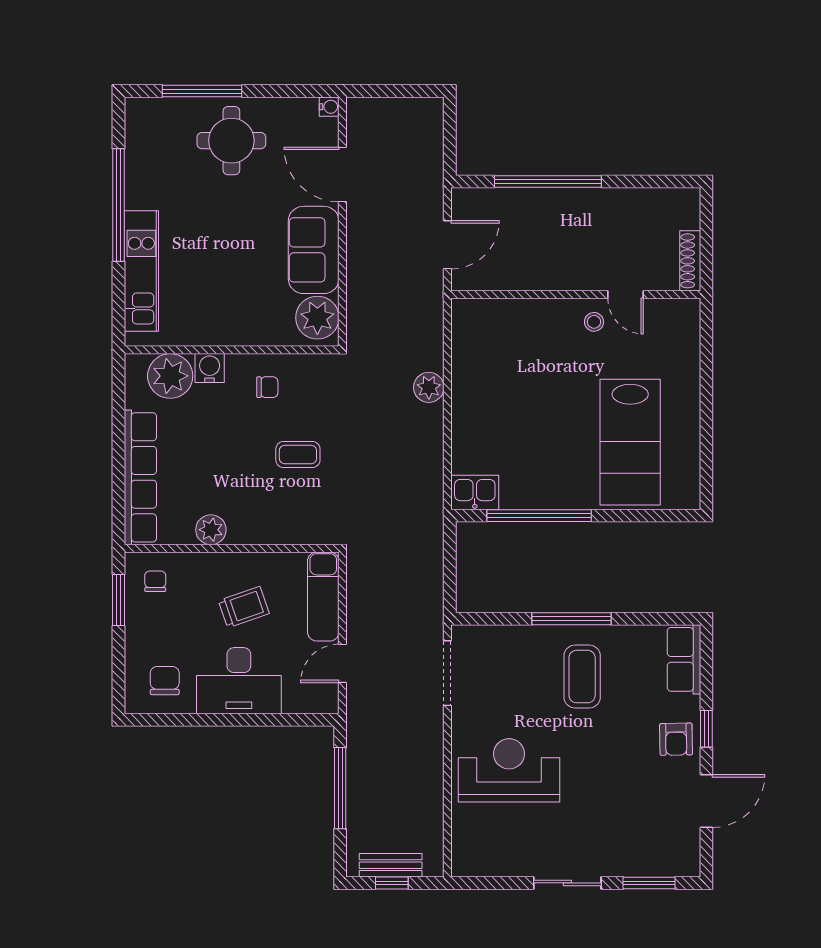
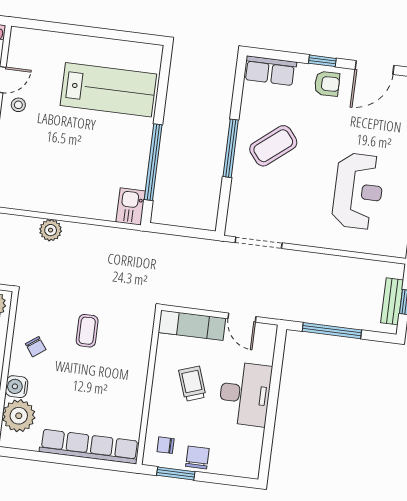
chair: (267, 387) -> (36, 347), turned 144
plant: (211, 530) -> (133, 400), removed
coffee table: (582, 677) -> (273, 146), turned -39
chair: (165, 681) -> (197, 457), moved, turned 90
reception desk: (509, 770) -> (358, 191), moved, turned 180
door: (706, 801) -> (374, 67), swing flipped

